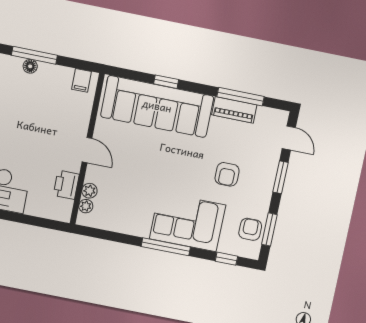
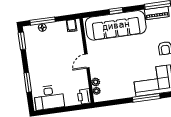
door: (87, 150) -> (87, 61), swing flipped
printer: (66, 185) -> (84, 97), moved

